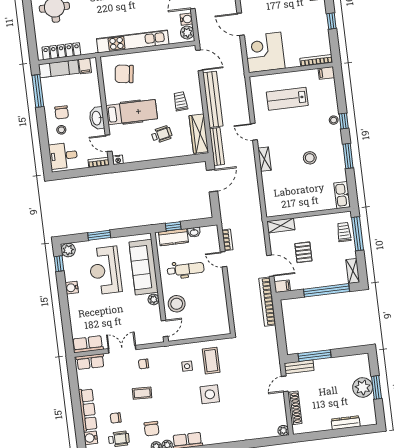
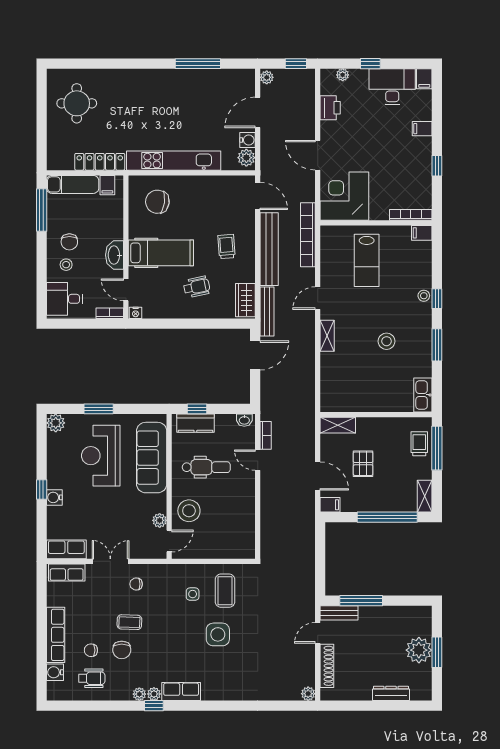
locker: (61, 51) -> (100, 162), moved
lab bench: (287, 99) -> (367, 260), turned -90
door: (254, 132) -> (318, 298), hinge flipped
wardrobe: (199, 134) -> (245, 300), width x0.67
washbasin: (194, 232) -> (244, 420), moved
window: (59, 264) -> (42, 490), moved
water cooler: (72, 288) -> (54, 497), moved
plant: (154, 299) -> (160, 520), moved
bookcase: (267, 302) -> (308, 235), moved
chair: (152, 429) -> (122, 650), moved

